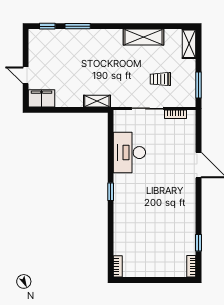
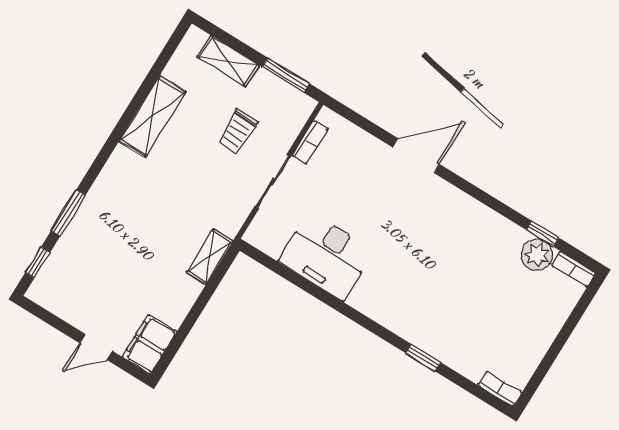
shelving: (189, 44) -> (228, 61), moved
window: (111, 192) -> (423, 358), moved
plant: (188, 246) -> (537, 255), added

